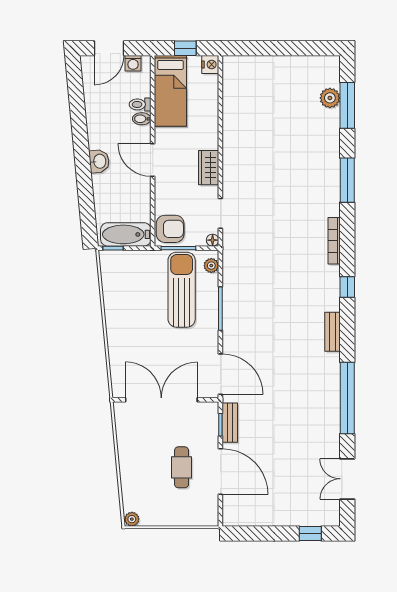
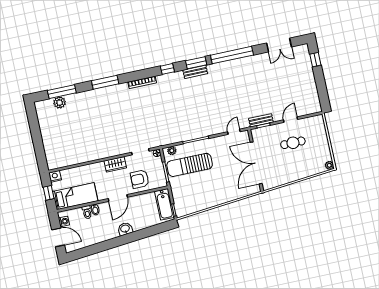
armchair: (170, 229) -> (140, 179), moved, turned -90
window: (347, 337) -> (196, 63), added
door: (220, 374) -> (234, 132), width x0.53
door: (220, 472) -> (291, 120), width x0.53

